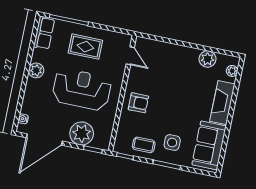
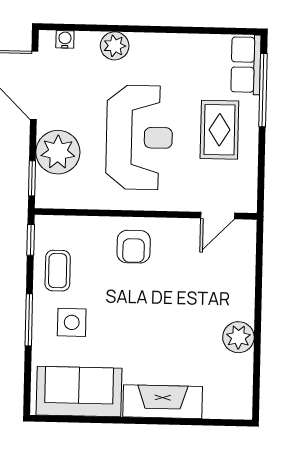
row of seats: (44, 33) -> (246, 65), moved, turned 90
plant: (207, 59) -> (238, 337), moved
plant: (36, 70) -> (115, 46), moved
plant: (232, 71) -> (224, 409), removed

